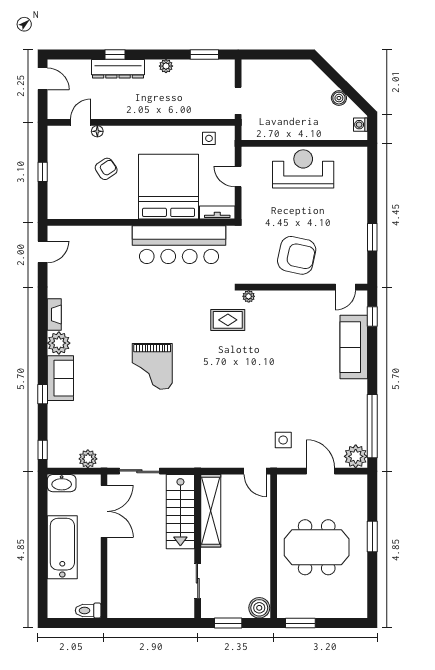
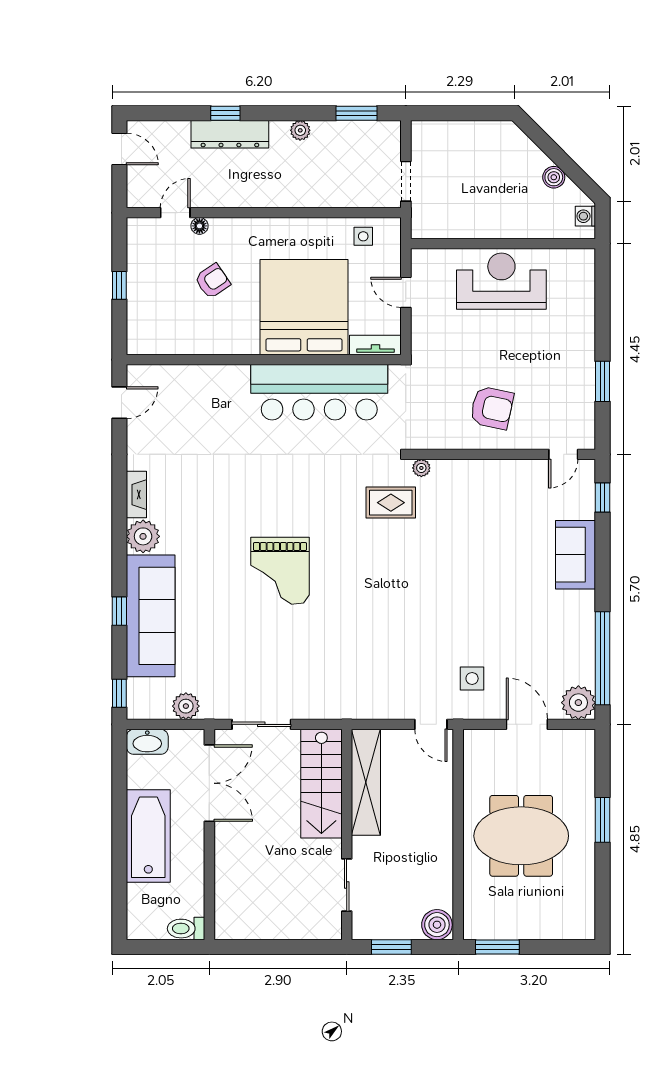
armchair: (297, 255) -> (492, 408), width x0.73, depth x0.73
sofa: (354, 347) -> (576, 555), width x0.73
sofa: (60, 378) -> (151, 616), width x1.85, depth x1.27

